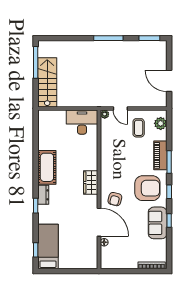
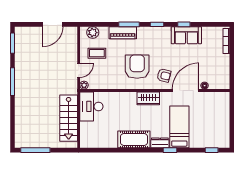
stairs: (47, 82) -> (69, 118), moved, turned -90
armchair: (147, 188) -> (137, 67), moved
bed: (48, 247) -> (179, 127), moved, turned 90

